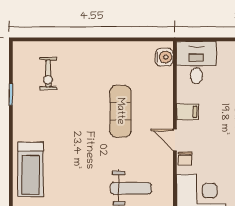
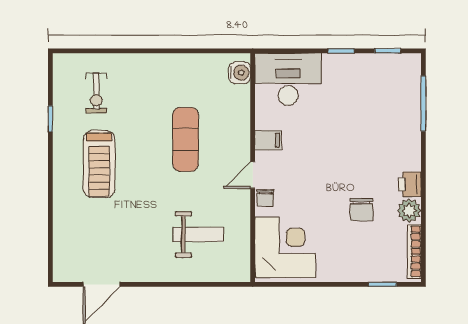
desk: (196, 62) -> (288, 79), width x1.37
door: (175, 140) -> (253, 175), hinge flipped
treadmill: (30, 169) -> (99, 164), moved

